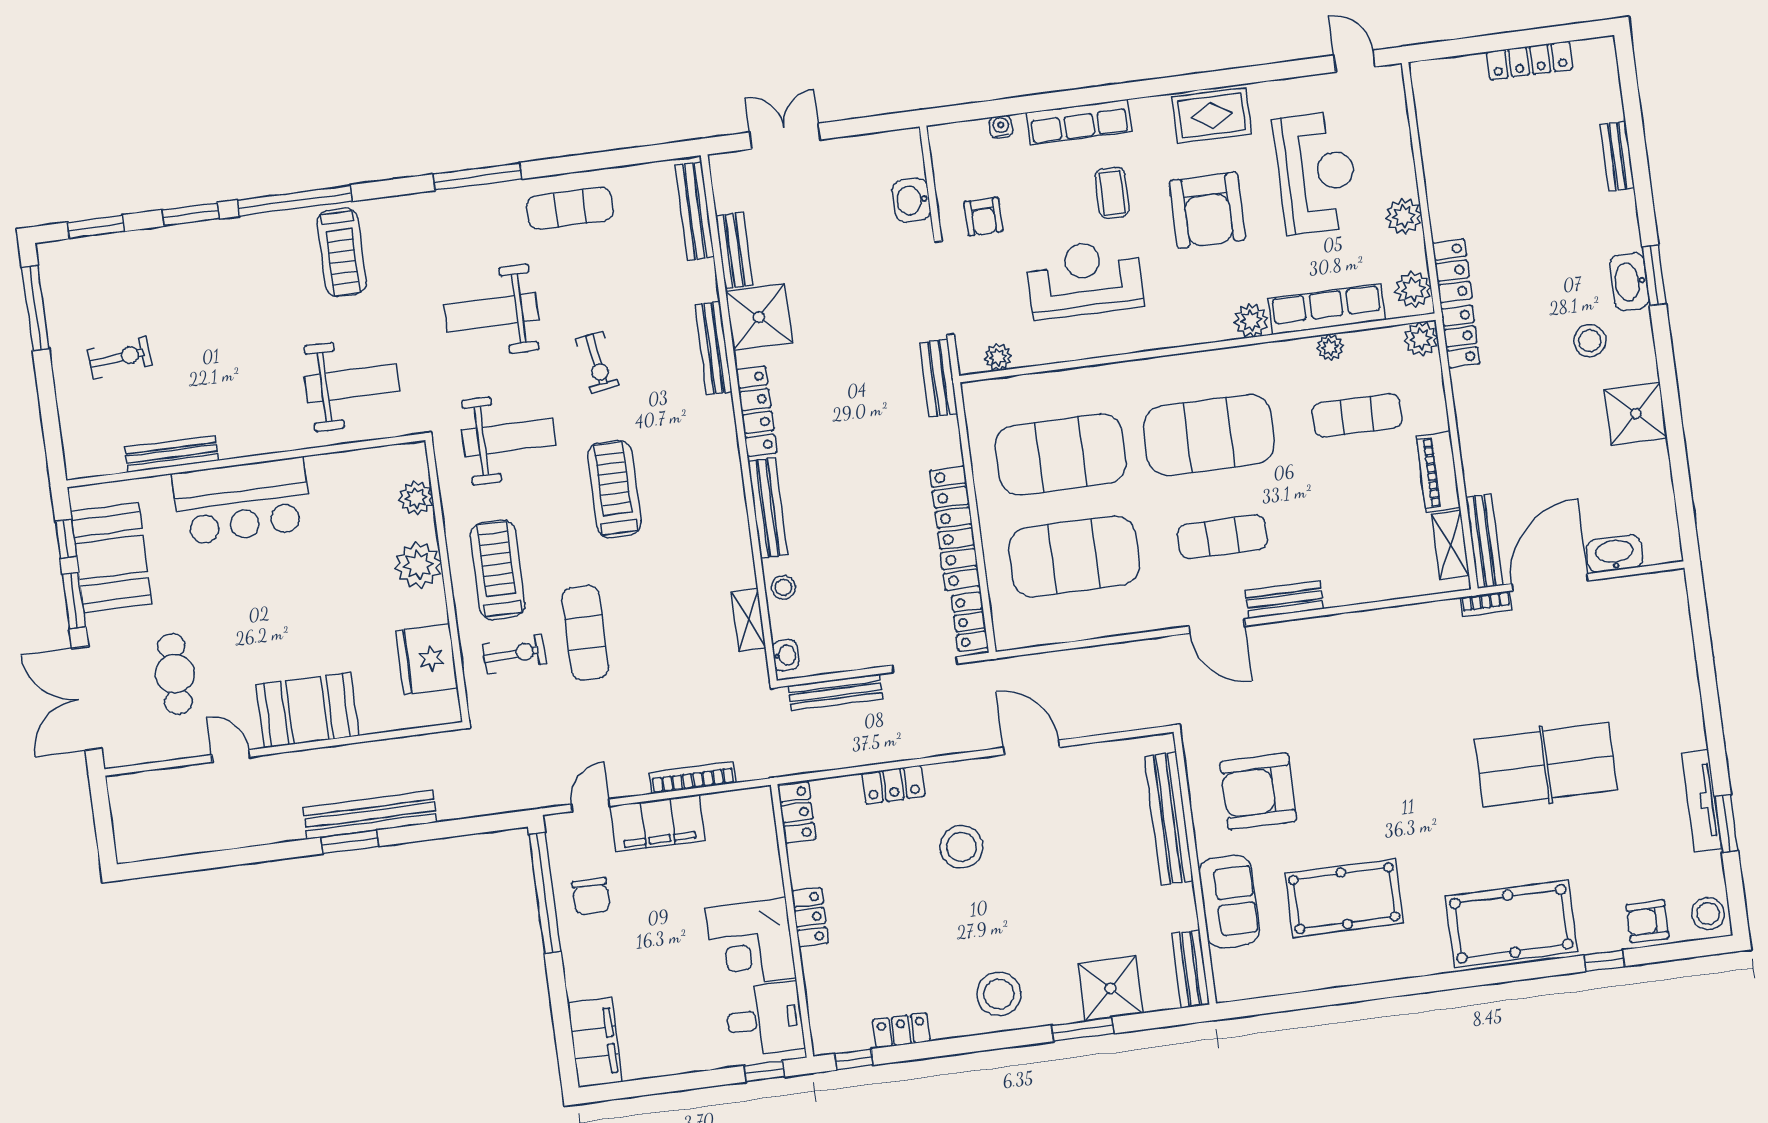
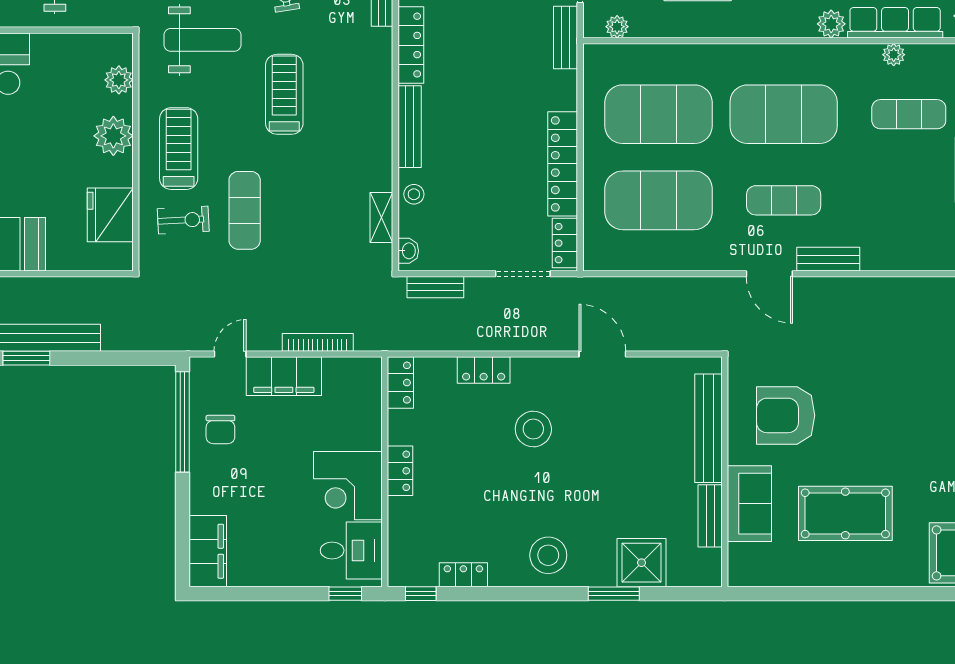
bench: (835, 693) -> (435, 287), width x0.73
bench: (1191, 969) -> (710, 516), moved

